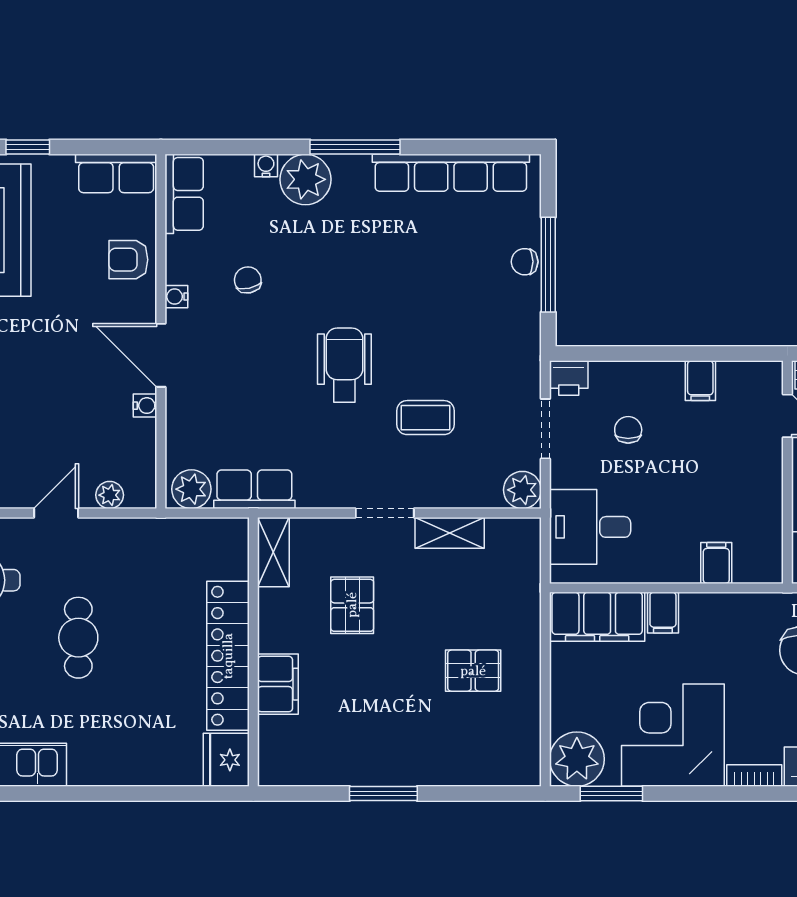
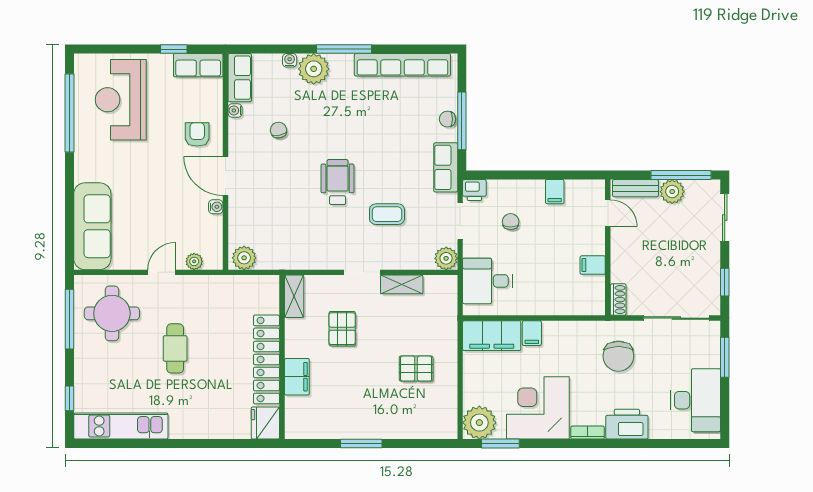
window: (28, 147) -> (174, 49), moved
armchair: (128, 260) -> (197, 134), moved, turned 90
water cooler: (176, 297) -> (235, 110), moved
row of seats: (254, 489) -> (446, 167), moved, turned -90
filing cabinet: (716, 563) -> (593, 265), moved, turned -90

